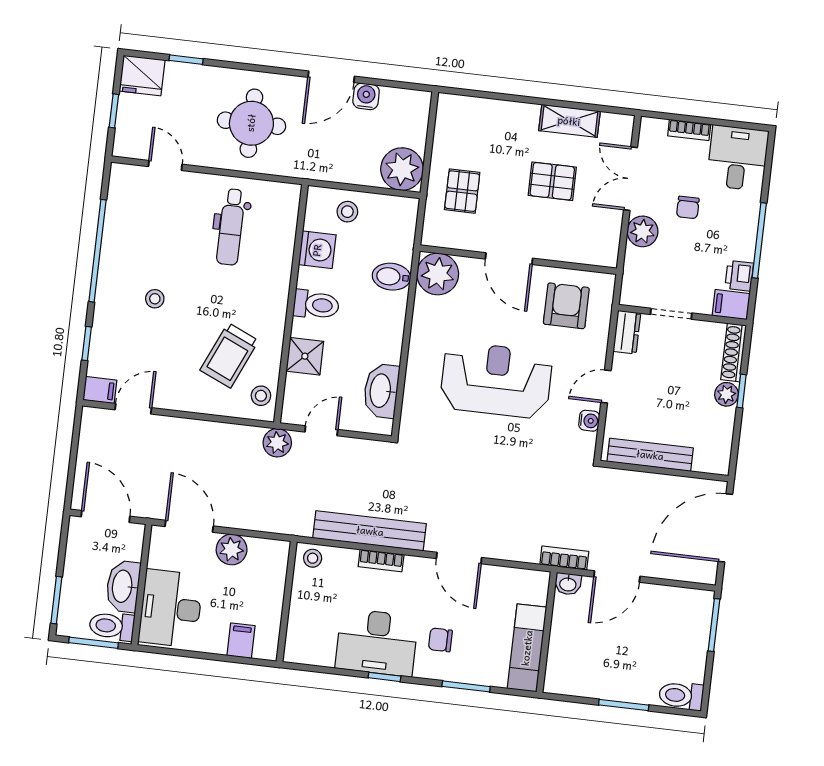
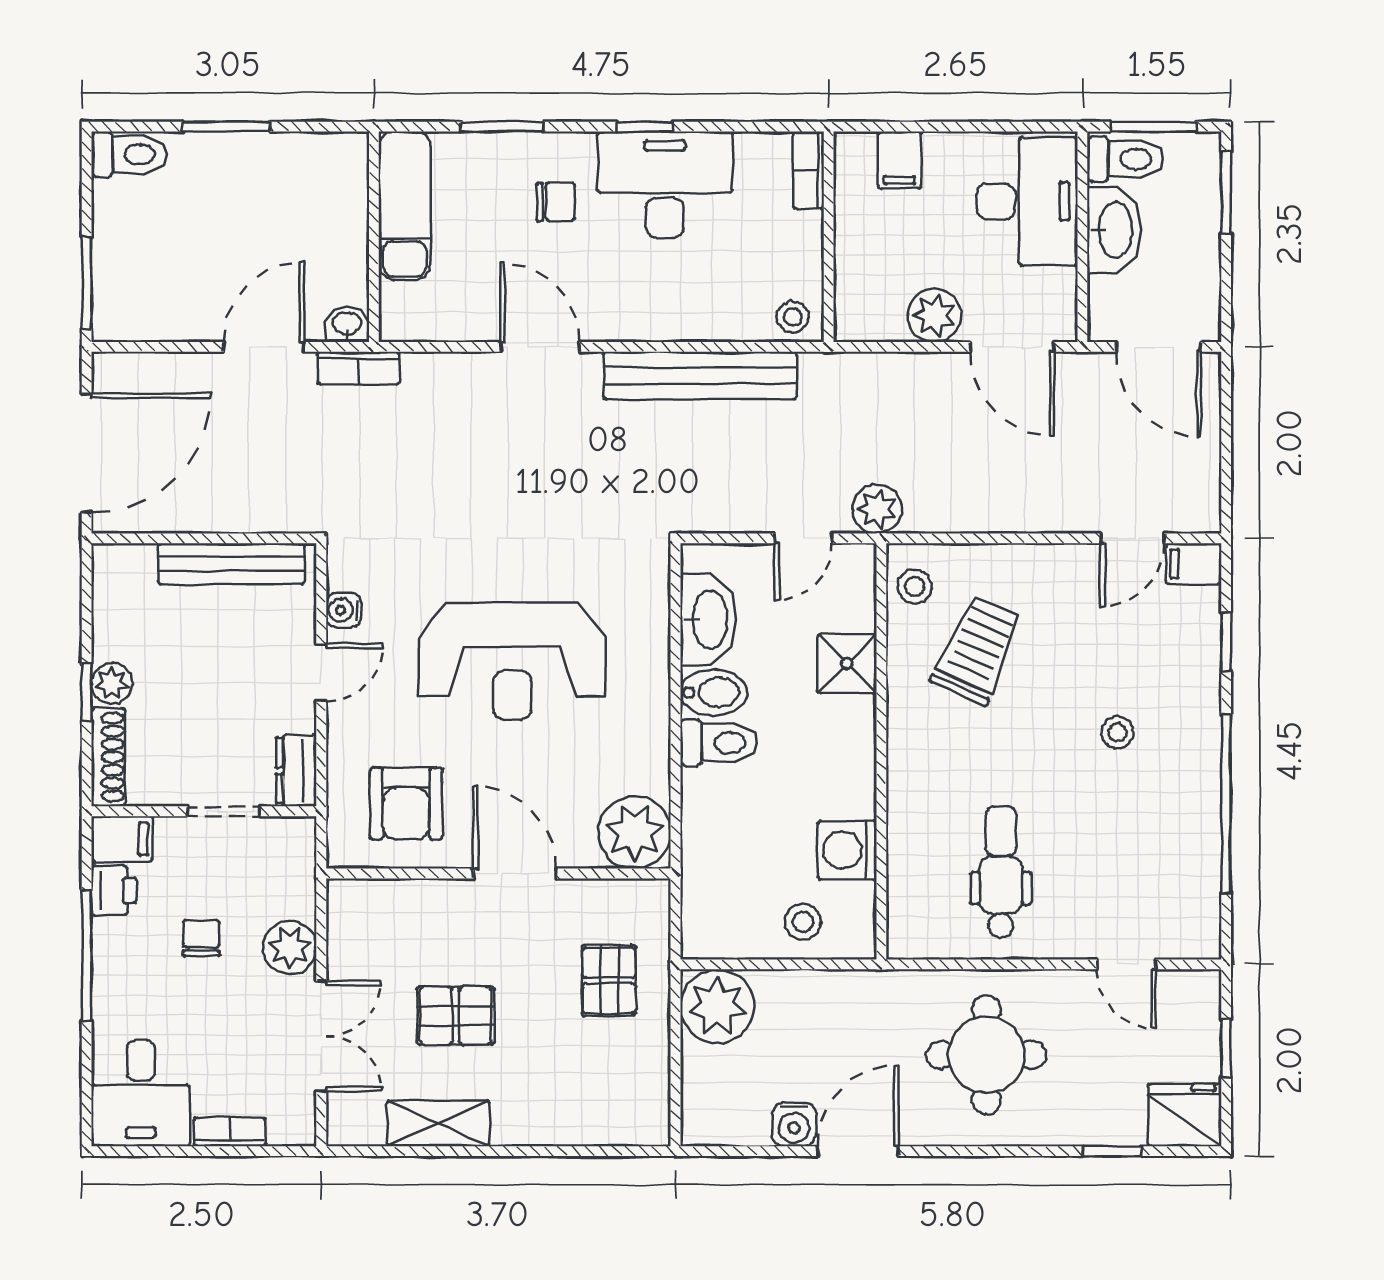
chair: (688, 207) -> (201, 938), moved
bidet: (391, 277) -> (714, 692), moved
toilet: (316, 305) -> (719, 743), moved, turned 180
bookcase: (381, 560) -> (809, 171), moved, turned -90

